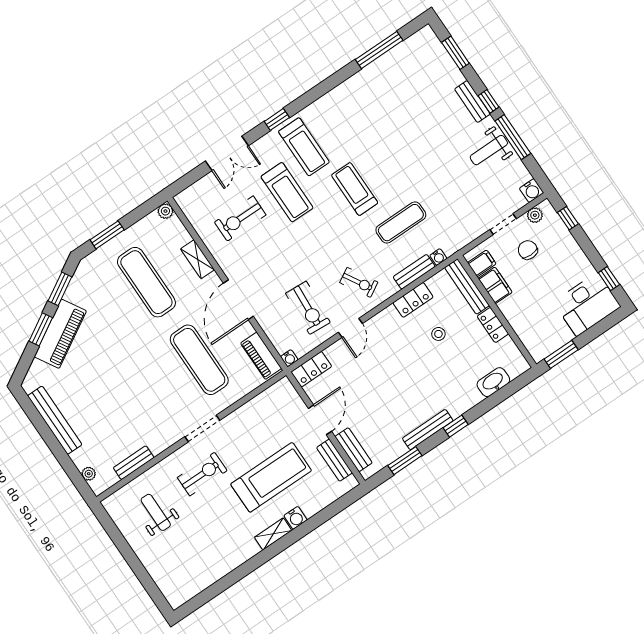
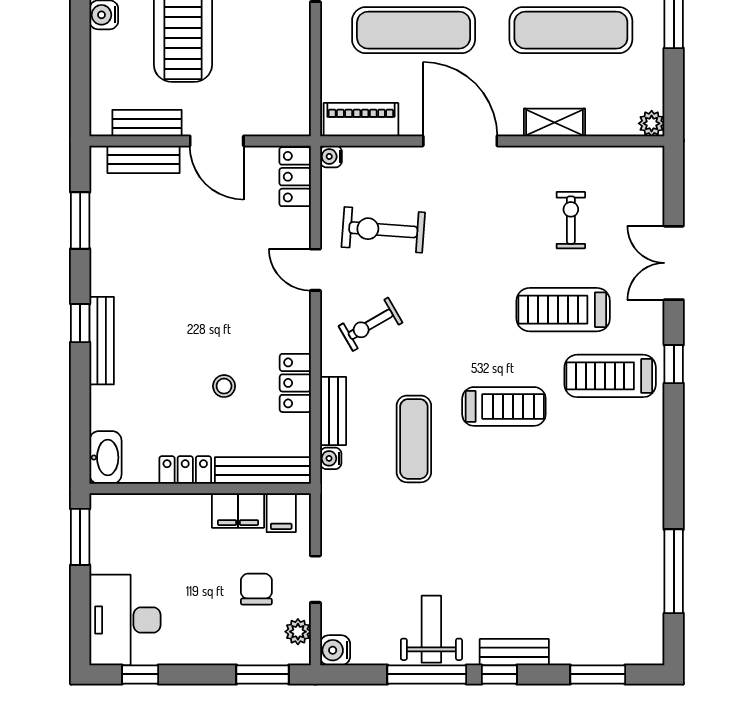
exercise bike: (240, 218) -> (571, 220), width x0.73, depth x0.72
window: (568, 218) -> (263, 674), width x1.50
chair: (528, 250) -> (256, 589), turned -90
washbasin: (493, 382) -> (105, 457), moved
bench: (428, 430) -> (102, 341), moved

